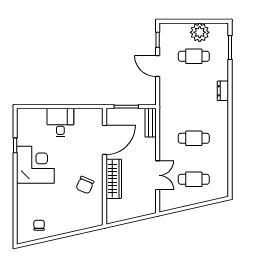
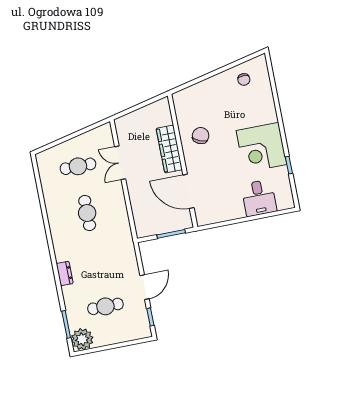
plant: (200, 32) -> (82, 339), moved
door: (158, 66) -> (145, 287), hinge flipped
desk: (60, 123) -> (259, 198), moved
bench: (151, 123) -> (140, 221), removed
cafe table: (194, 138) -> (87, 213), turned 90
door: (104, 140) -> (188, 191), hinge flipped

